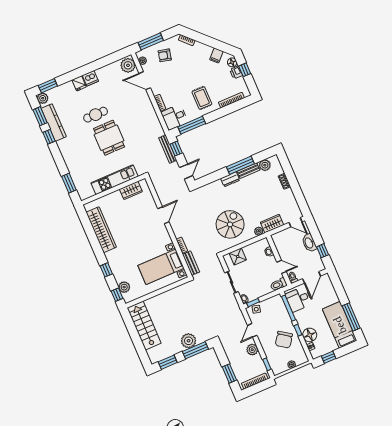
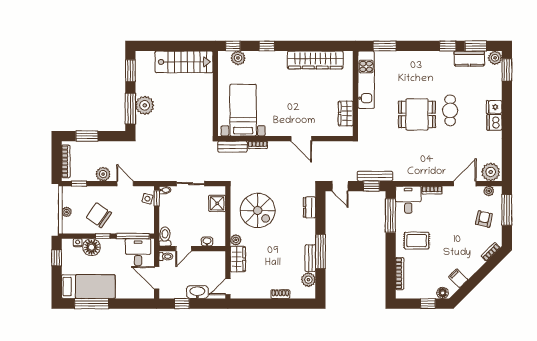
printer: (236, 72) -> (429, 292), removed
kitchen counter: (54, 122) -> (469, 59), width x0.67
dresser: (230, 179) -> (309, 207), moved
kitchen unit: (114, 180) -> (366, 80), moved

